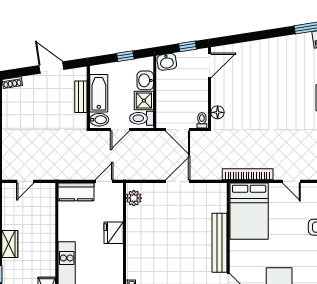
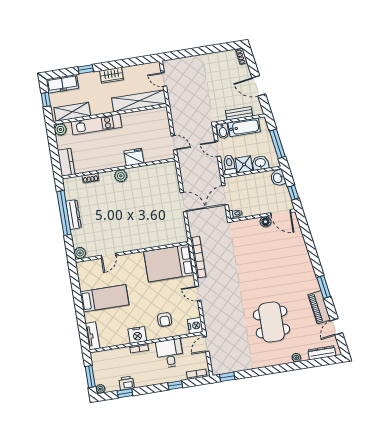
window: (125, 56) -> (277, 144), width x2.17
door: (51, 67) -> (259, 86), swing flipped
floor lamp: (218, 112) -> (266, 222), moved
door: (291, 181) -> (198, 293), hinge flipped
kitchen counter: (76, 192) -> (162, 122), removed
plant: (134, 198) -> (121, 176), moved
shelving: (46, 216) -> (139, 101), added
bench: (219, 243) -> (139, 243), removed

